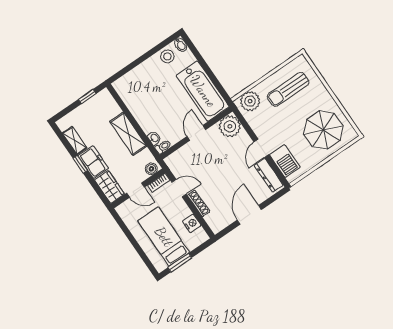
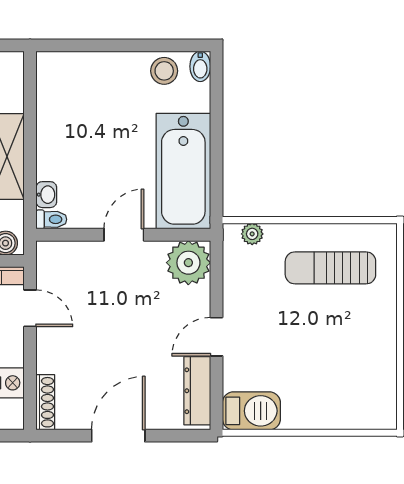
plant: (250, 101) -> (252, 234), width x0.53, depth x0.53
parasol: (323, 130) -> (343, 378), removed
barbecue: (285, 161) -> (251, 411), moved, turned -90
shoe rack: (199, 203) -> (45, 402), moved

